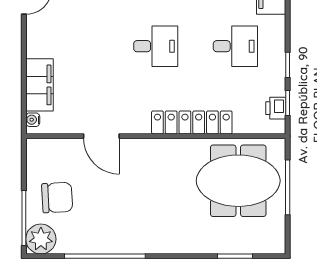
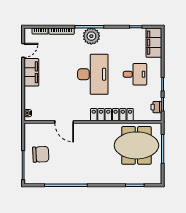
desk: (156, 46) -> (93, 74), width x1.87, depth x1.30
filing cabinet: (39, 85) -> (31, 72), moved
plant: (41, 239) -> (32, 176), removed

